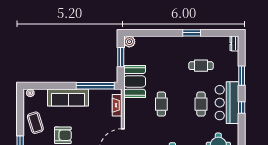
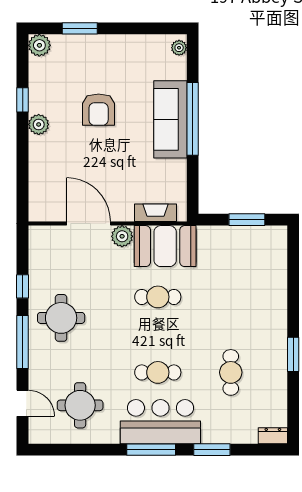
plant: (129, 42) -> (122, 236), moved
booth: (135, 81) -> (165, 246), moved
window: (95, 86) -> (193, 119), moved
window: (242, 108) -> (151, 450), width x2.17
coffee table: (35, 123) -> (122, 57), removed

